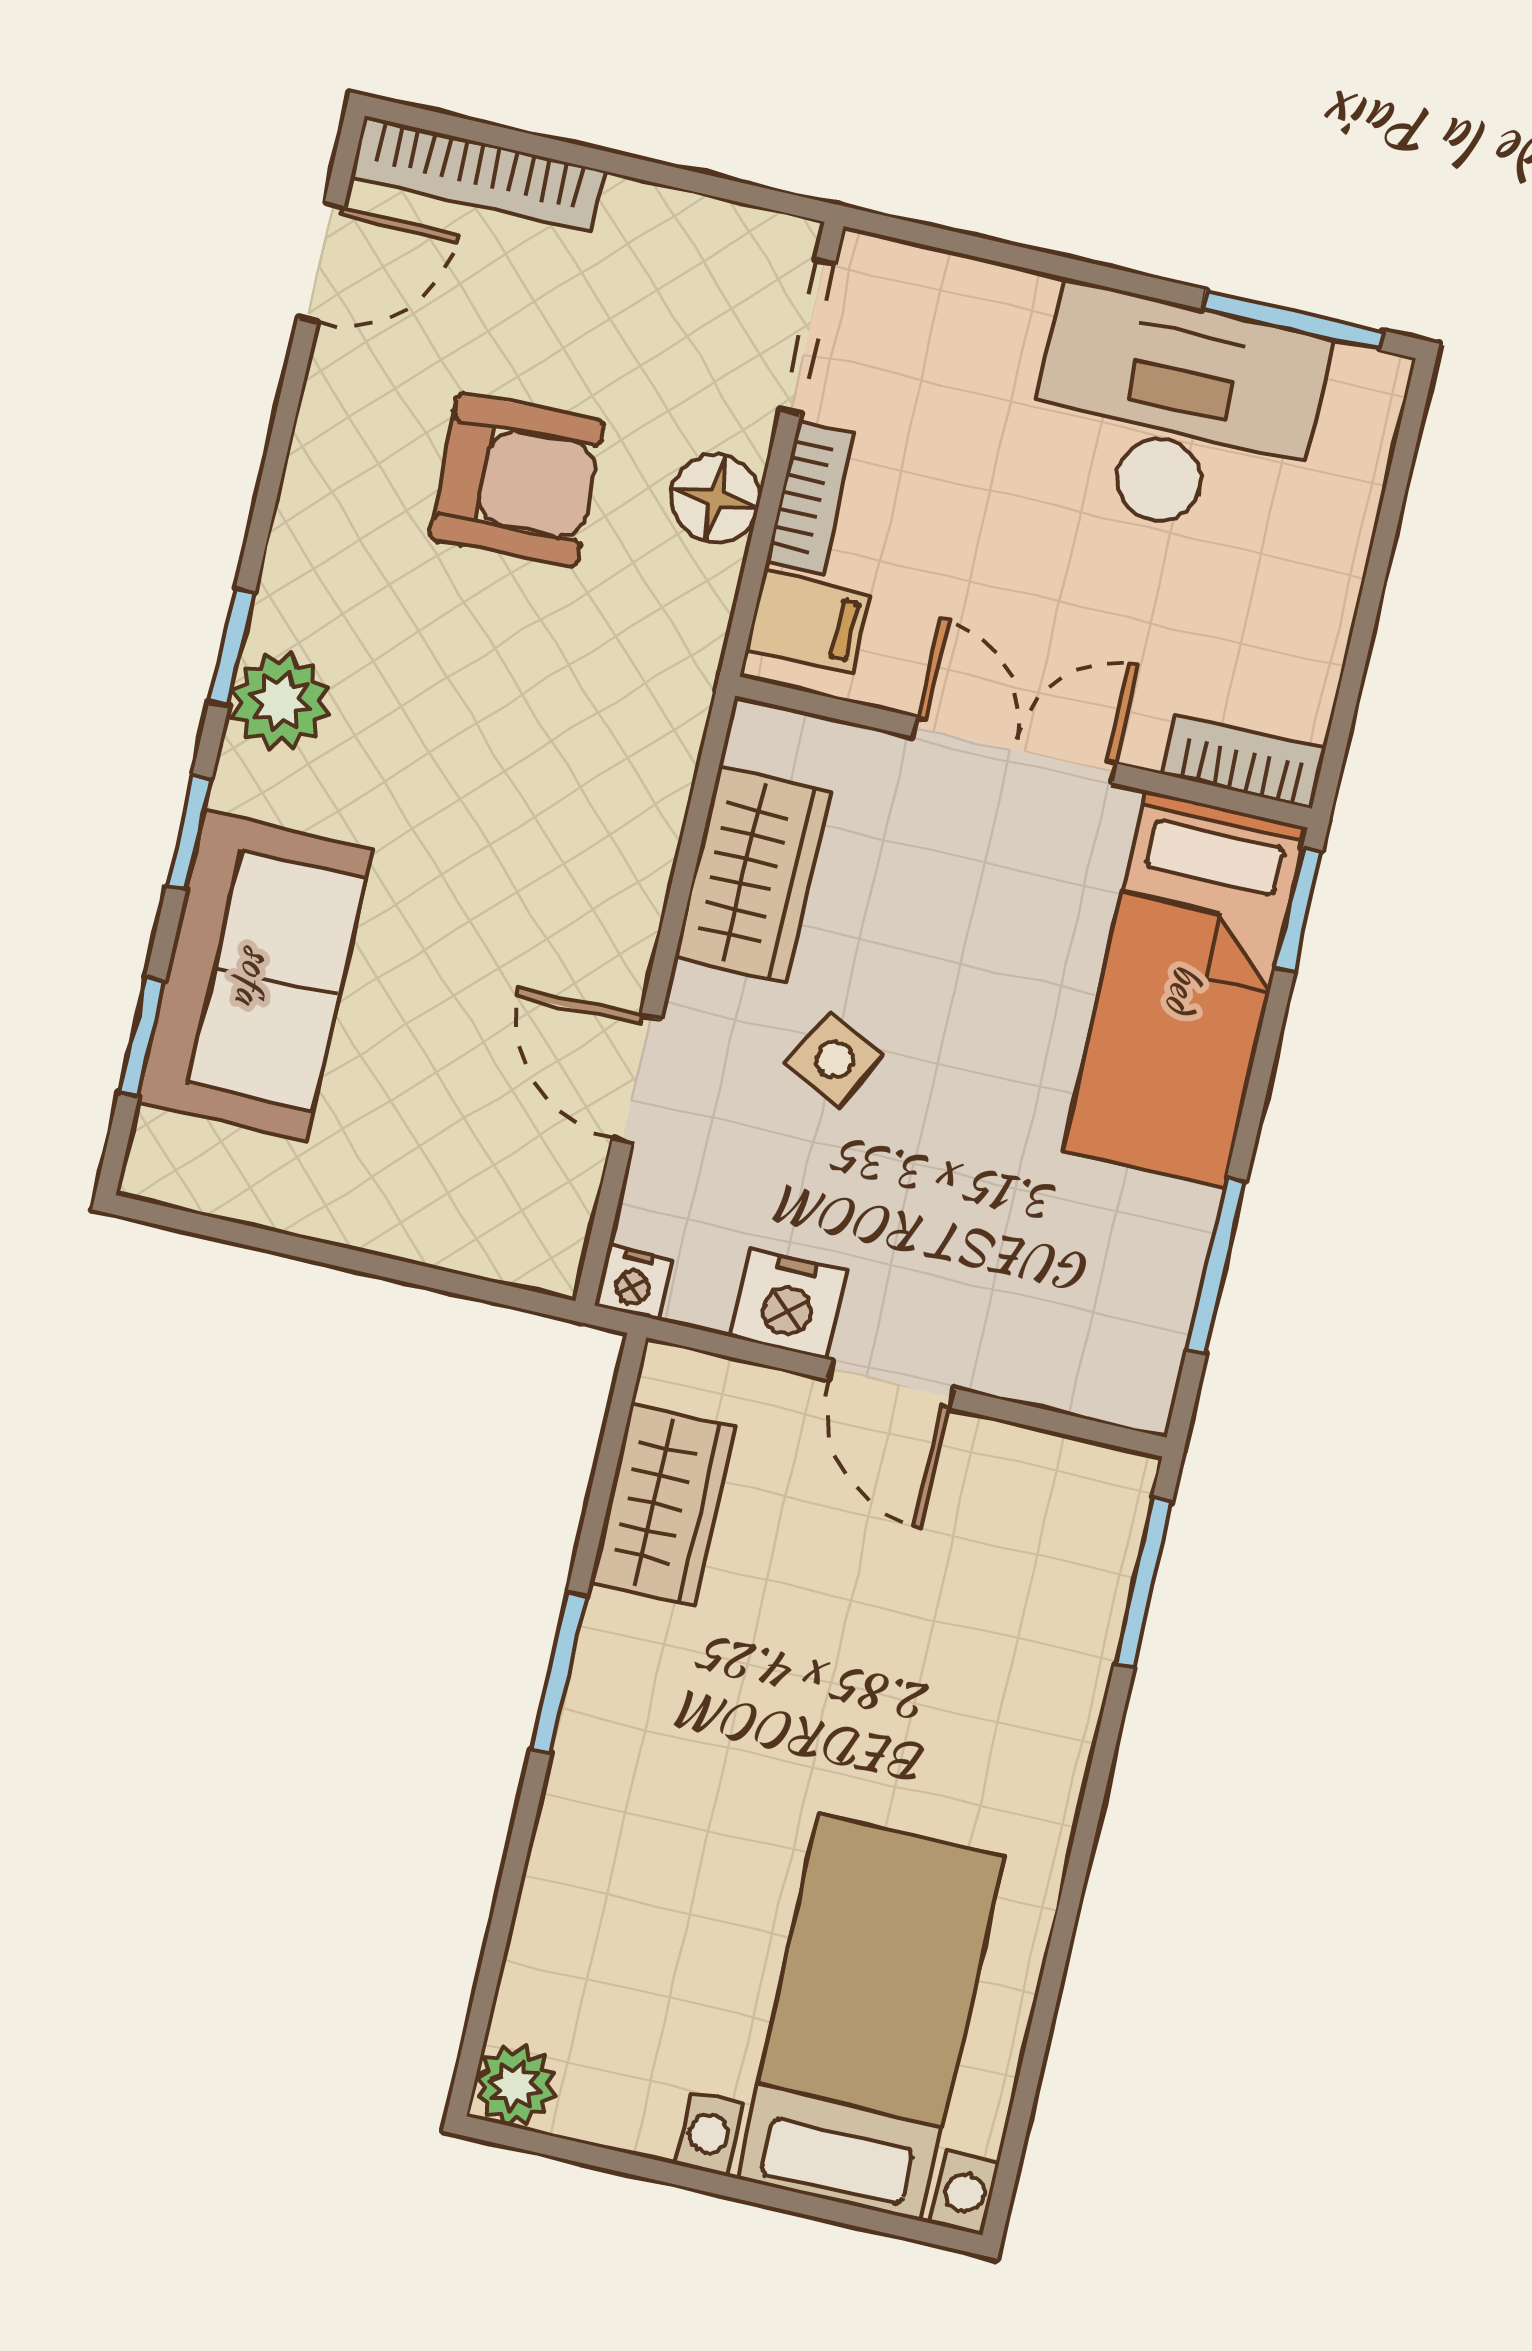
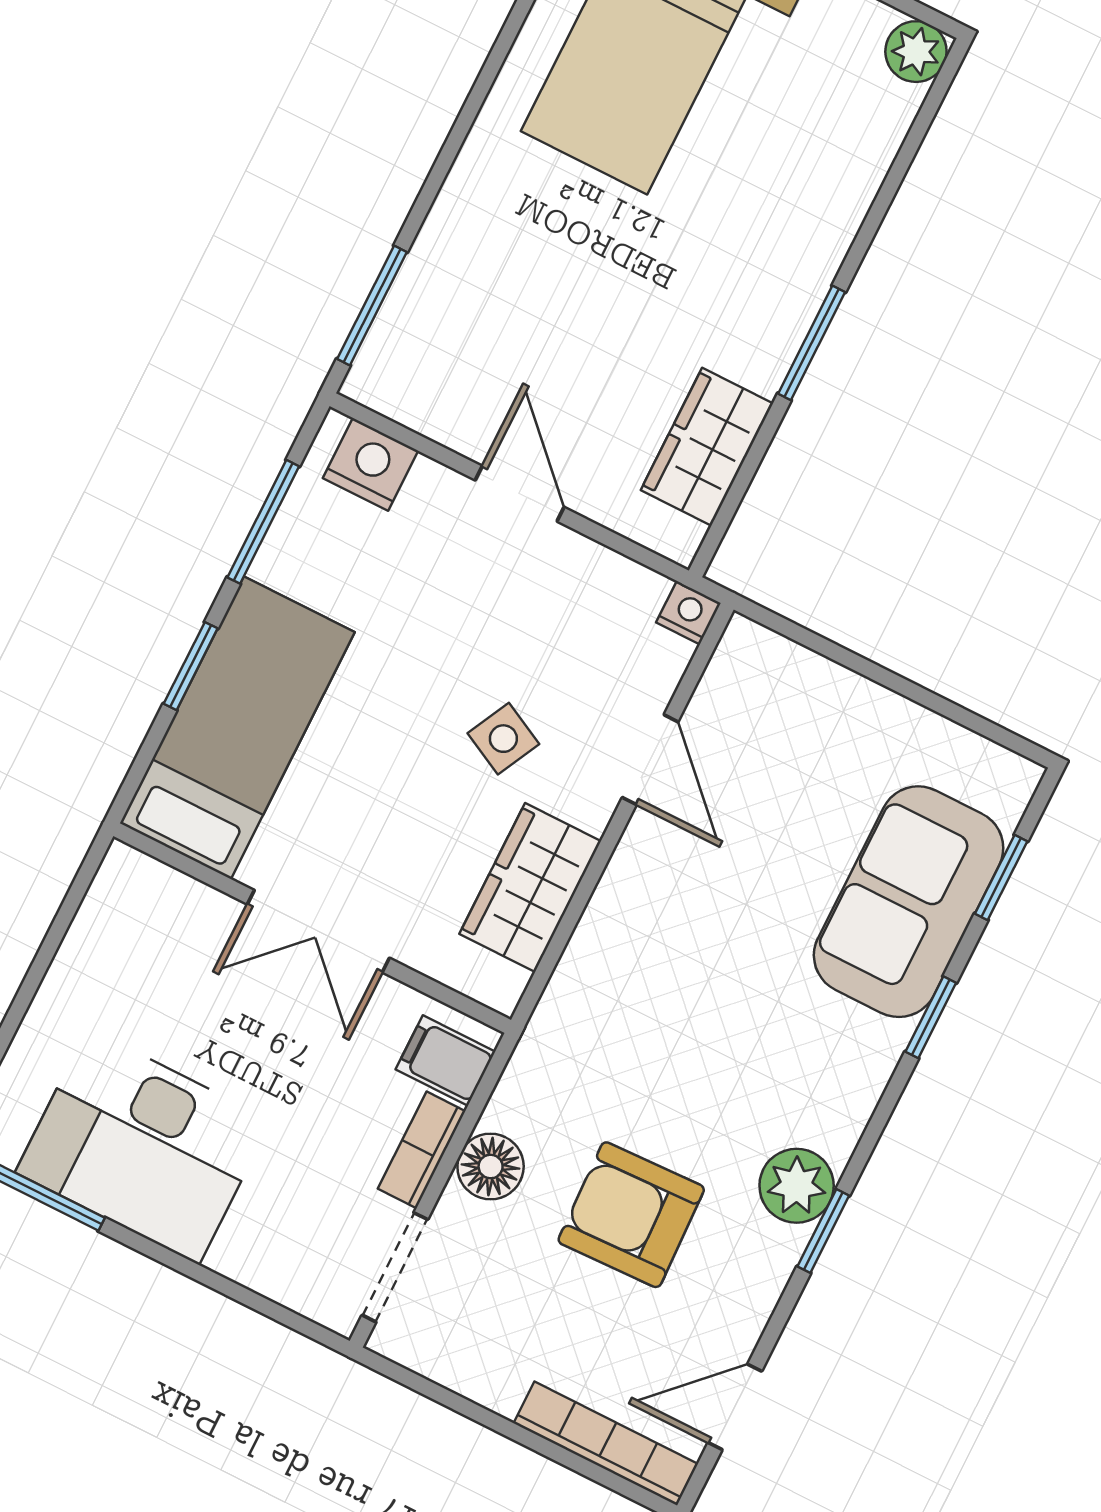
window: (232, 647) -> (823, 1231), moved
plant: (280, 702) -> (797, 1186), moved
bookcase: (1244, 761) -> (154, 882), removed
window: (1299, 909) -> (191, 666), moved
nightstand: (789, 1304) -> (370, 464), moved

